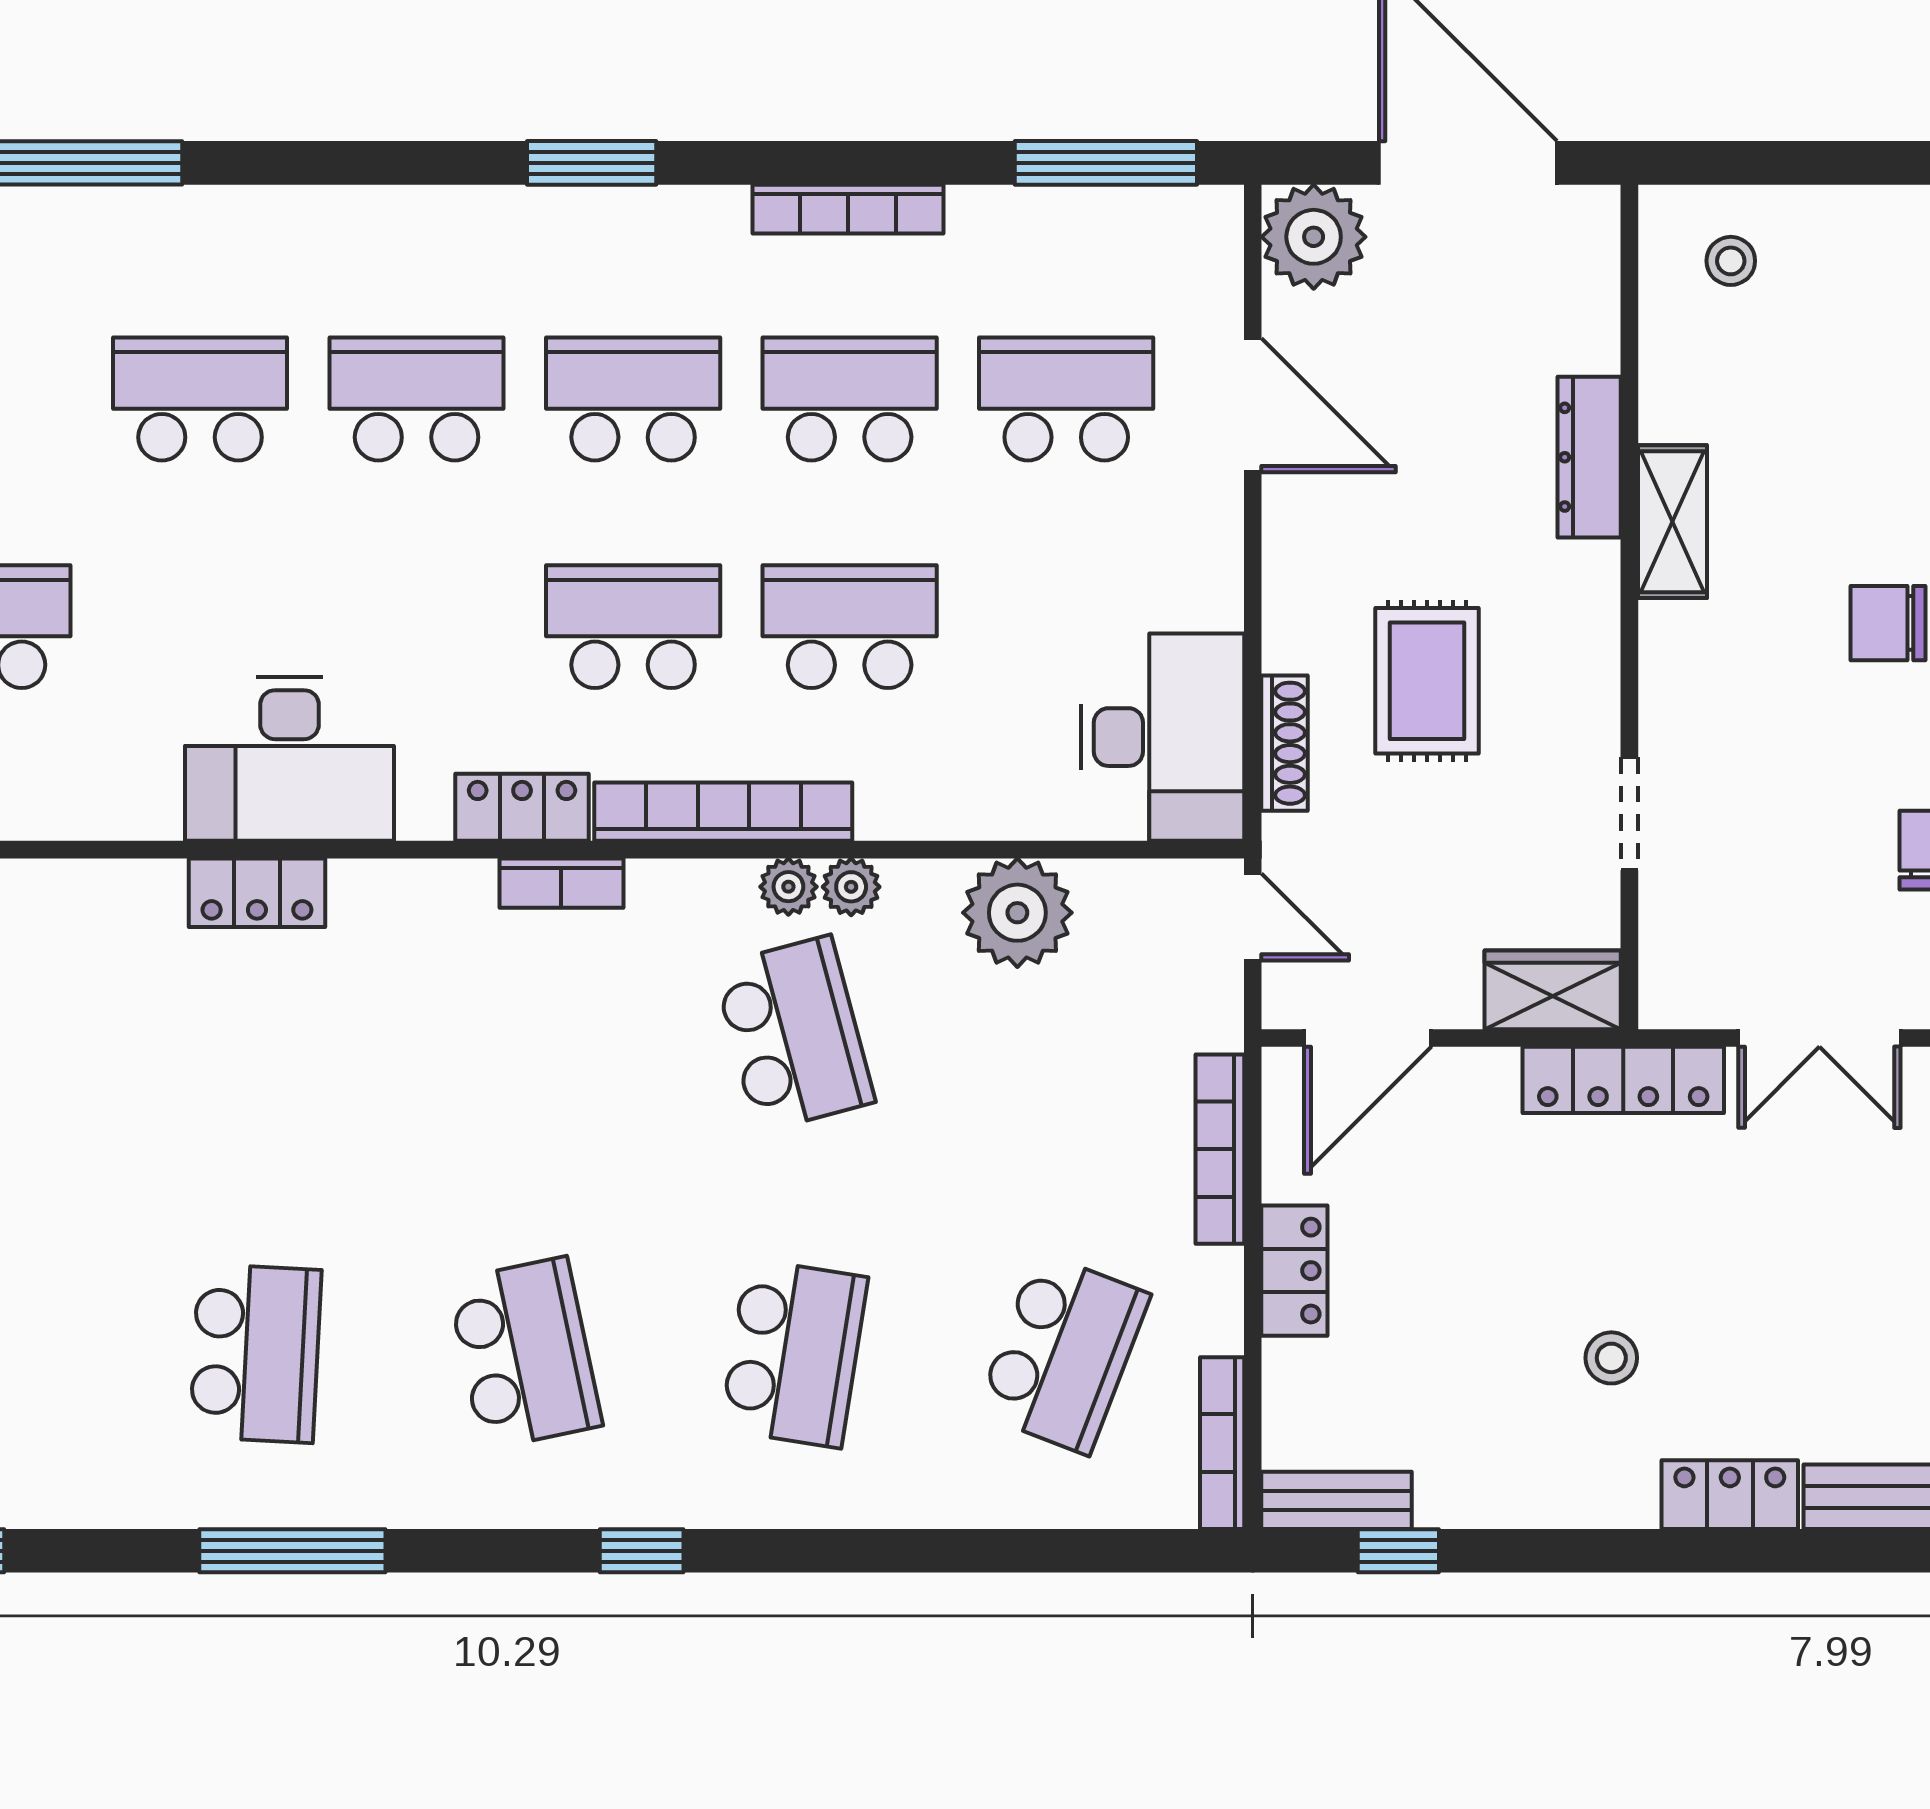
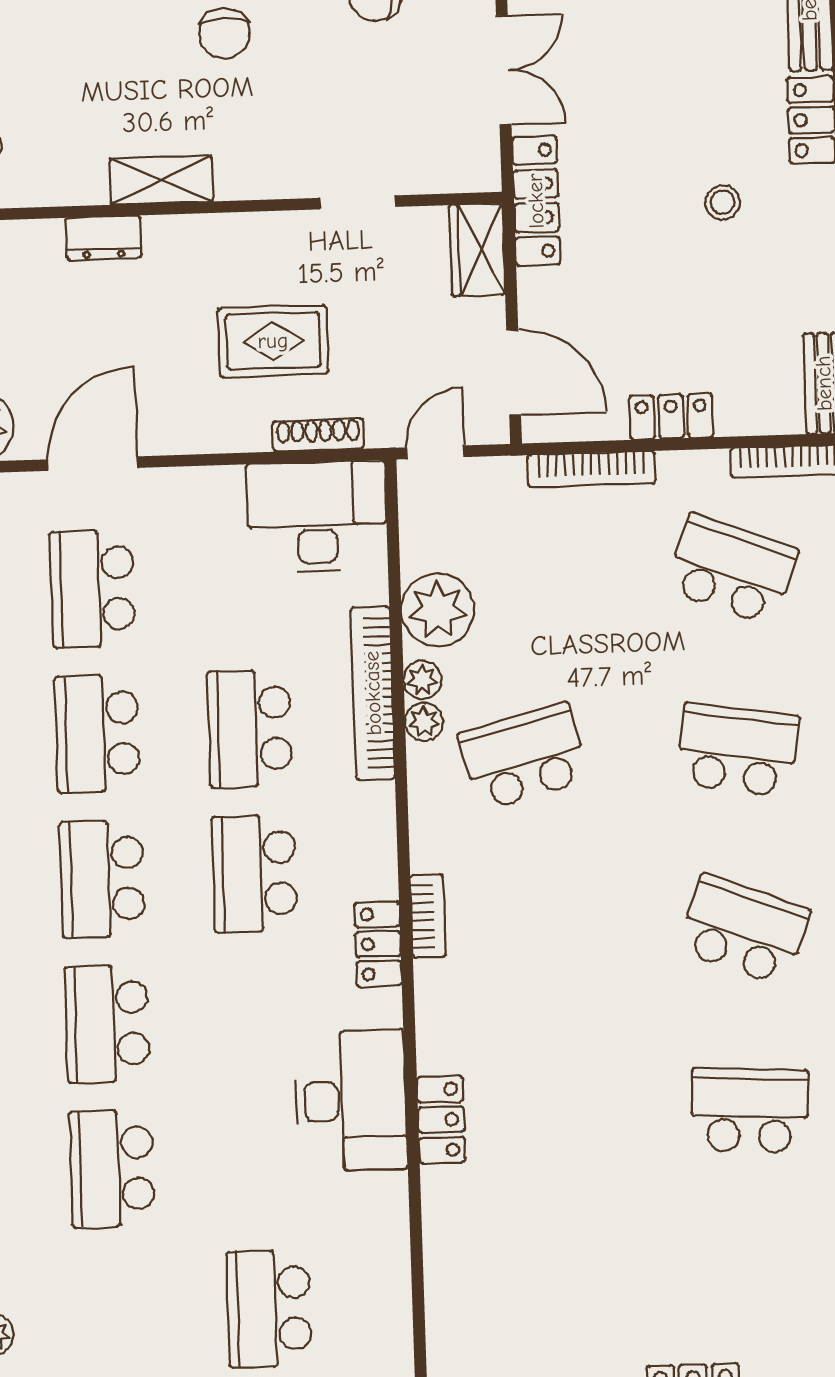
dresser: (1589, 457) -> (104, 238), width x0.70
bookcase: (723, 812) -> (373, 693), moved
plant: (788, 887) -> (422, 680), moved
school desk: (525, 1353) -> (744, 930), turned 33

